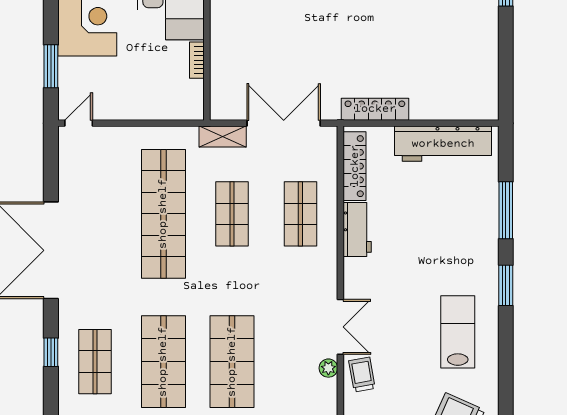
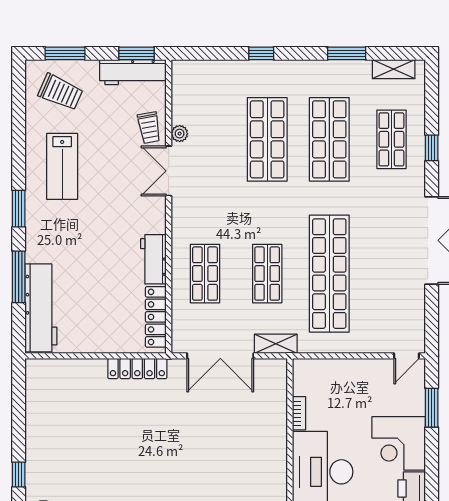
workbench: (443, 144) -> (41, 308), moved, turned 90

